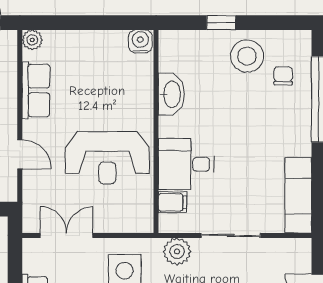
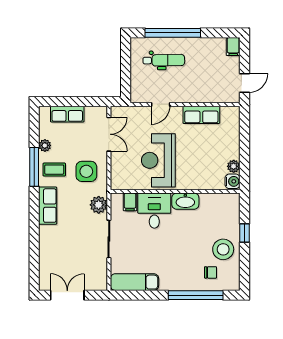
plant: (32, 40) -> (234, 166), moved
washbasin: (171, 94) -> (185, 201), moved

